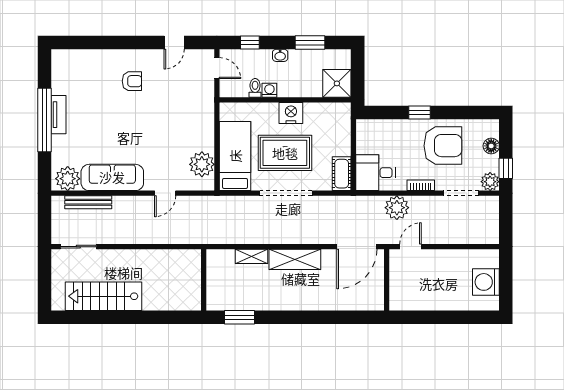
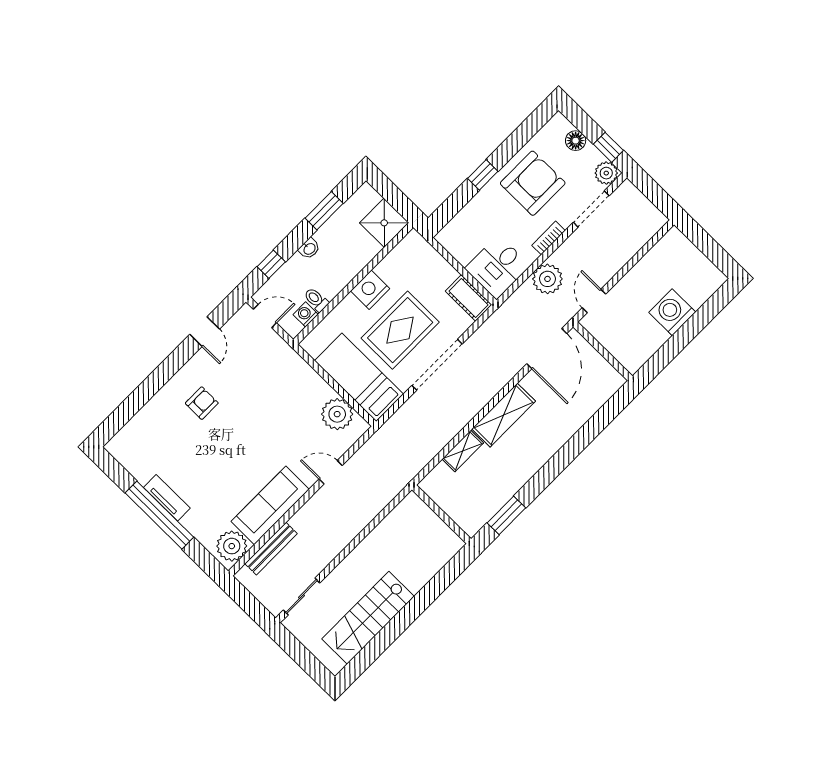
washing machine: (269, 90) -> (306, 314), moved
door: (165, 193) -> (331, 472), swing flipped
washing machine: (486, 282) -> (672, 312), moved, turned 90

